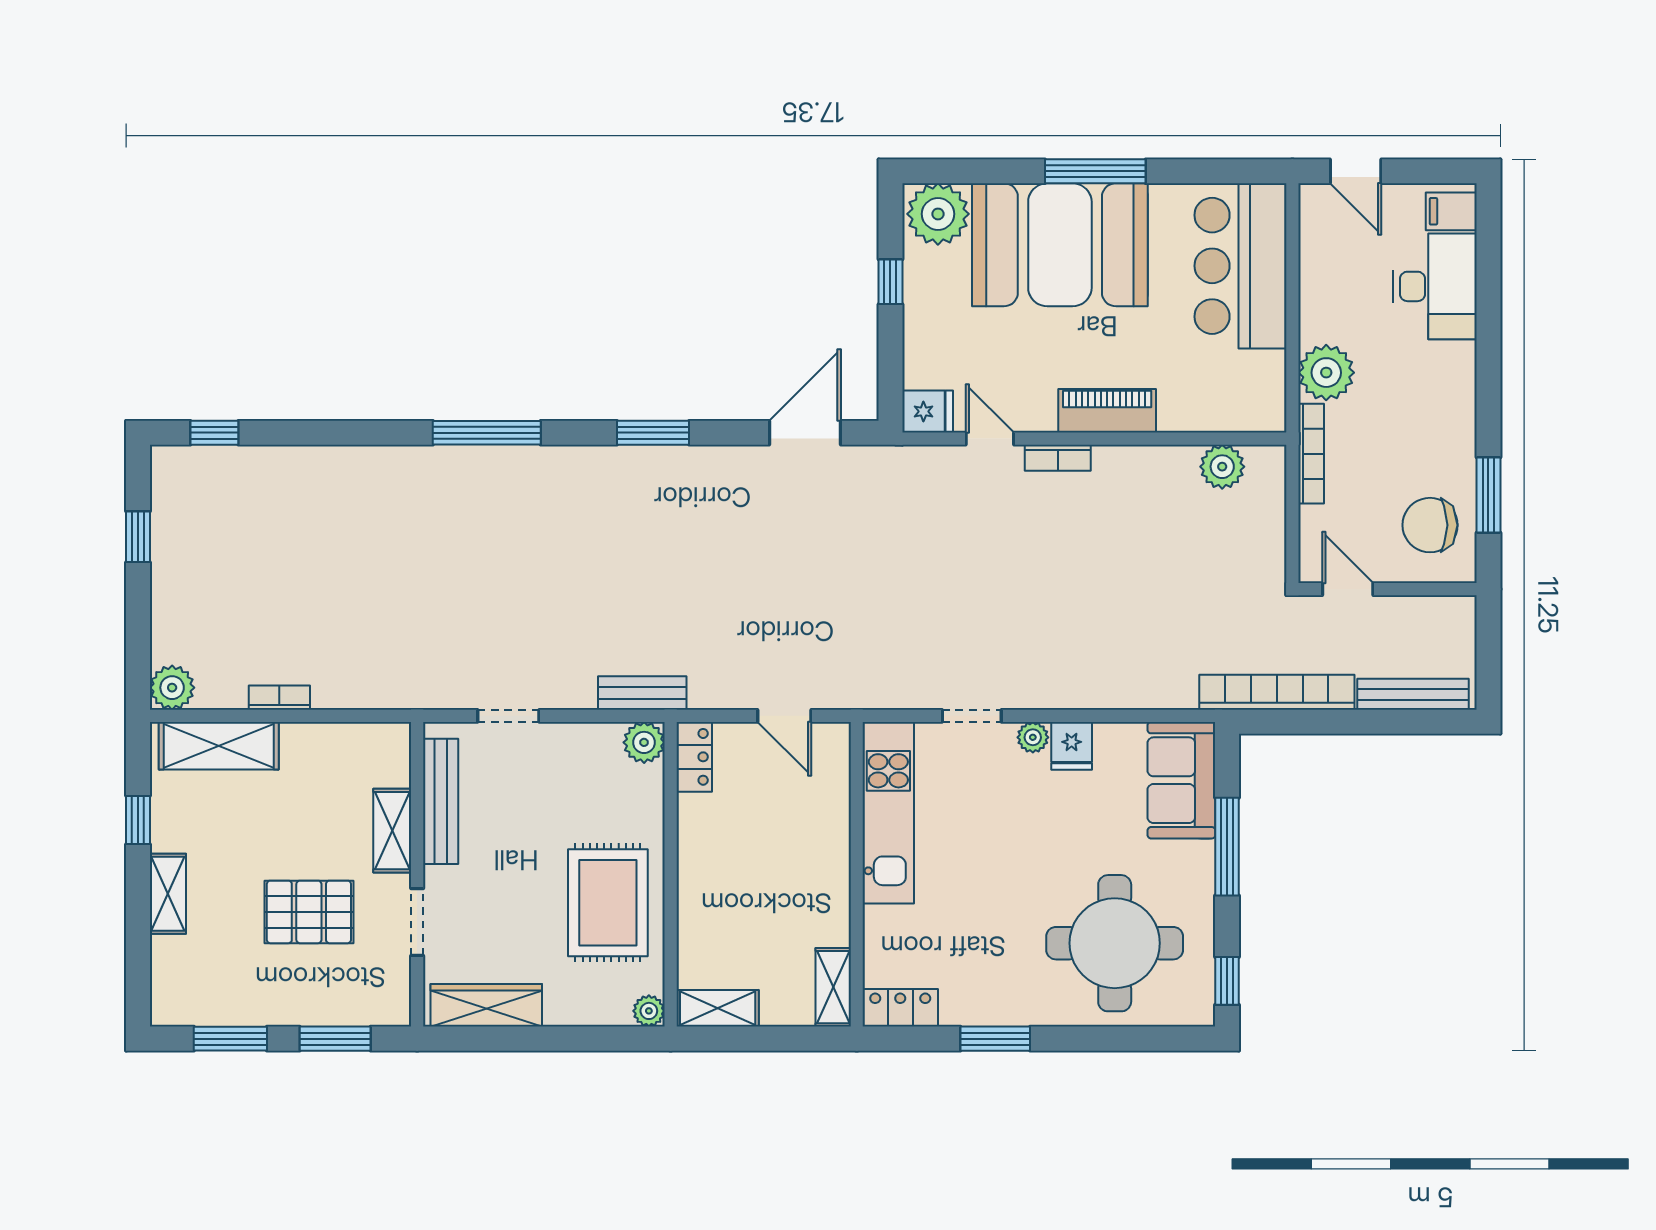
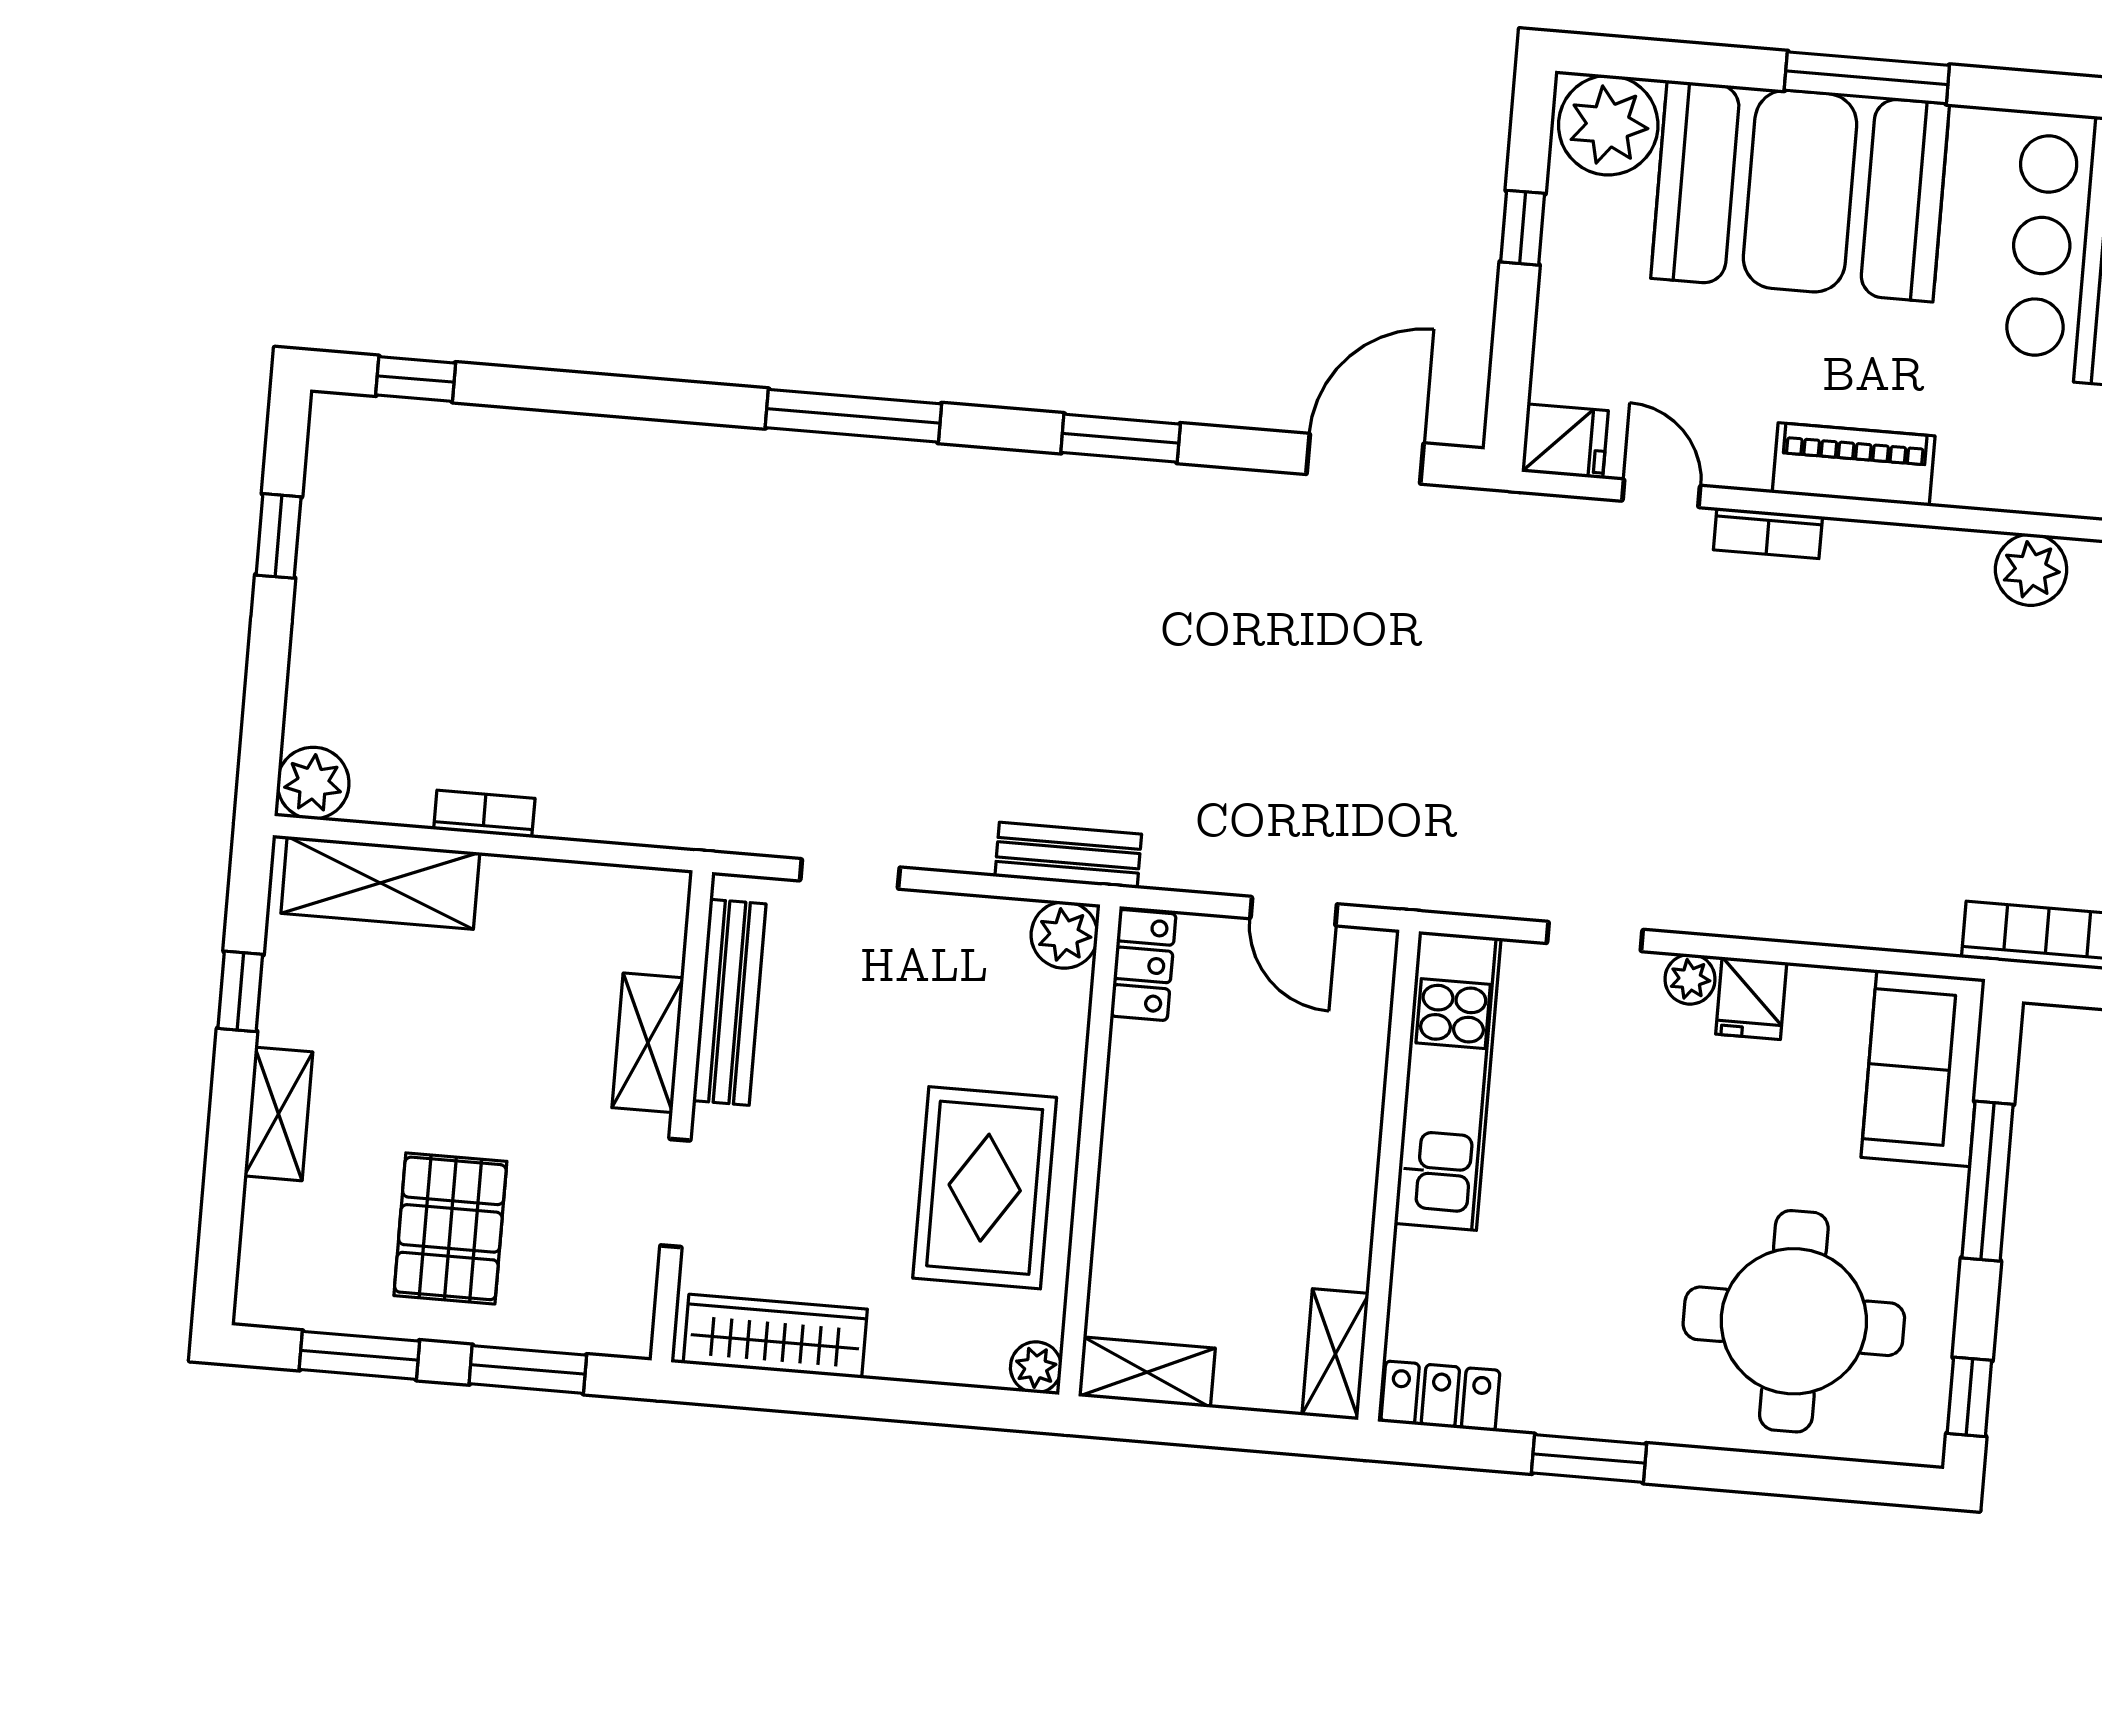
pallet: (309, 912) -> (450, 1228), moved, turned 90

